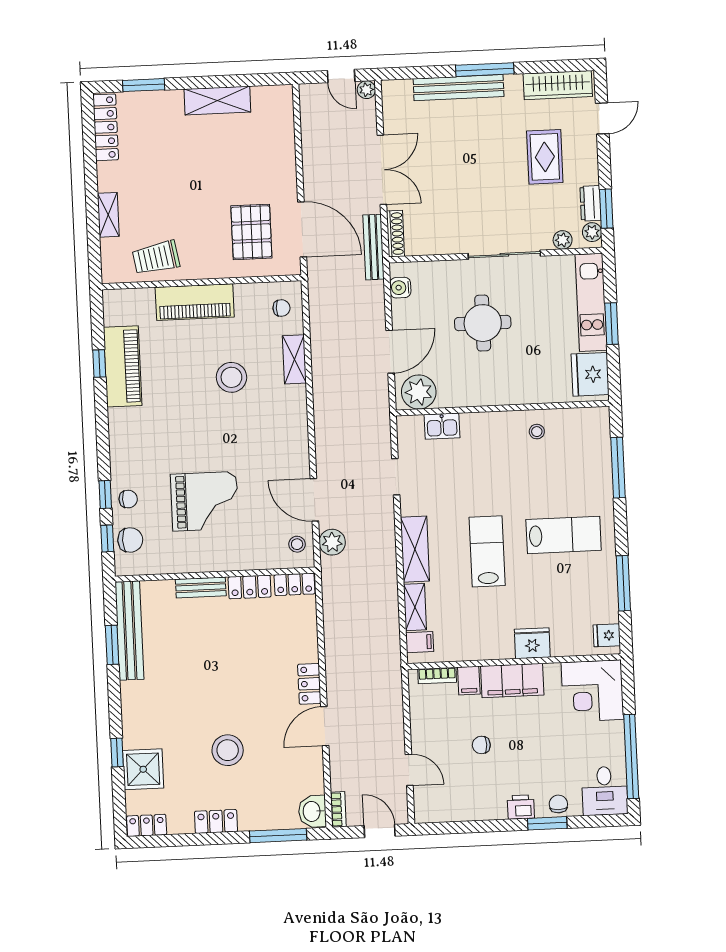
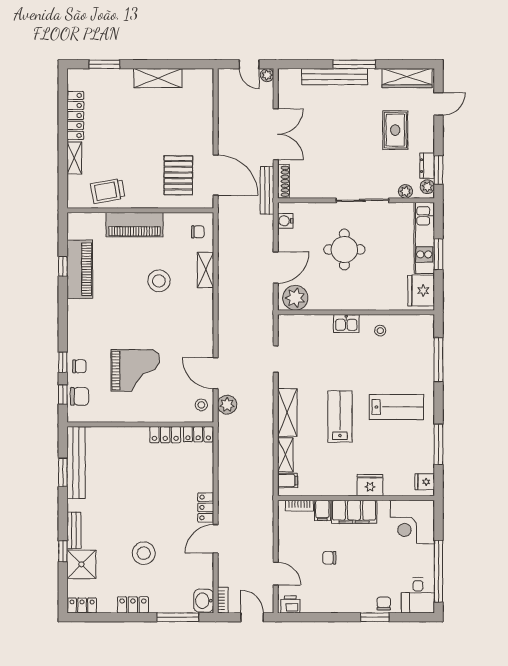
locker: (106, 127) -> (75, 115), moved
kitchen sink: (442, 426) -> (346, 324), moved
bench: (201, 587) -> (74, 530), moved, turned 90
printer: (521, 807) -> (290, 604), moved

